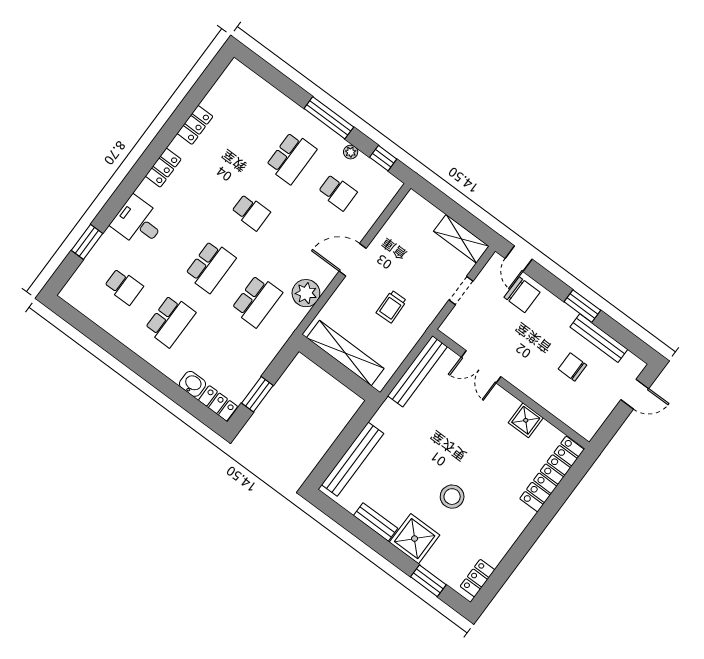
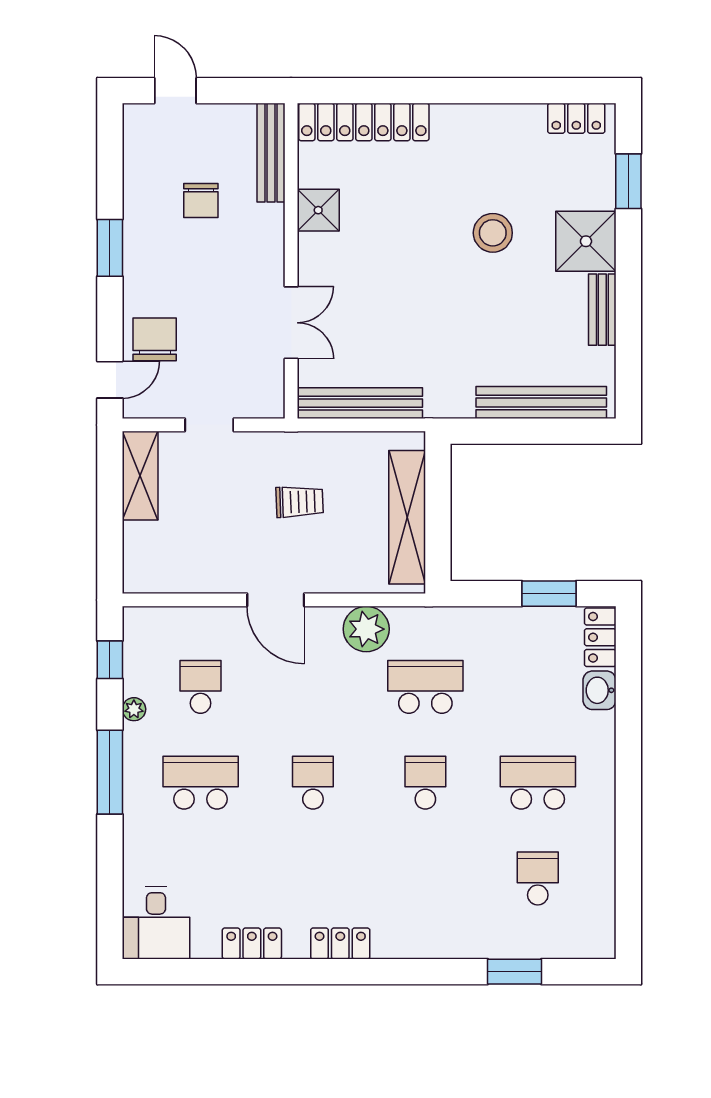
desk: (138, 222) -> (156, 923), moved
school desk: (210, 267) -> (425, 783), width x0.54
bench: (599, 338) -> (271, 153), moved

